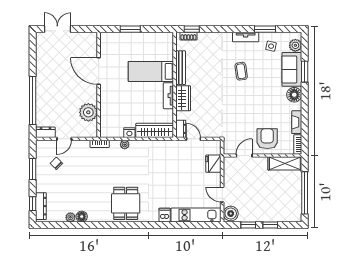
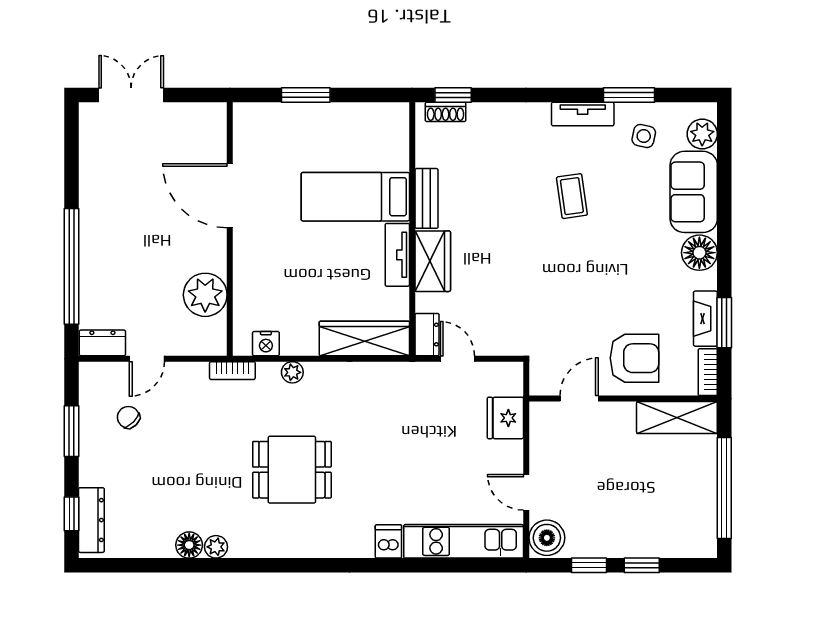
bench: (181, 68) -> (427, 198), width x0.73
window: (305, 72) -> (724, 323), moved
nightstand: (129, 133) -> (266, 344), moved
armchair: (267, 139) -> (634, 358), turned 90
dining table: (126, 203) -> (292, 470), moved, turned 90
plant: (70, 217) -> (216, 547), moved

